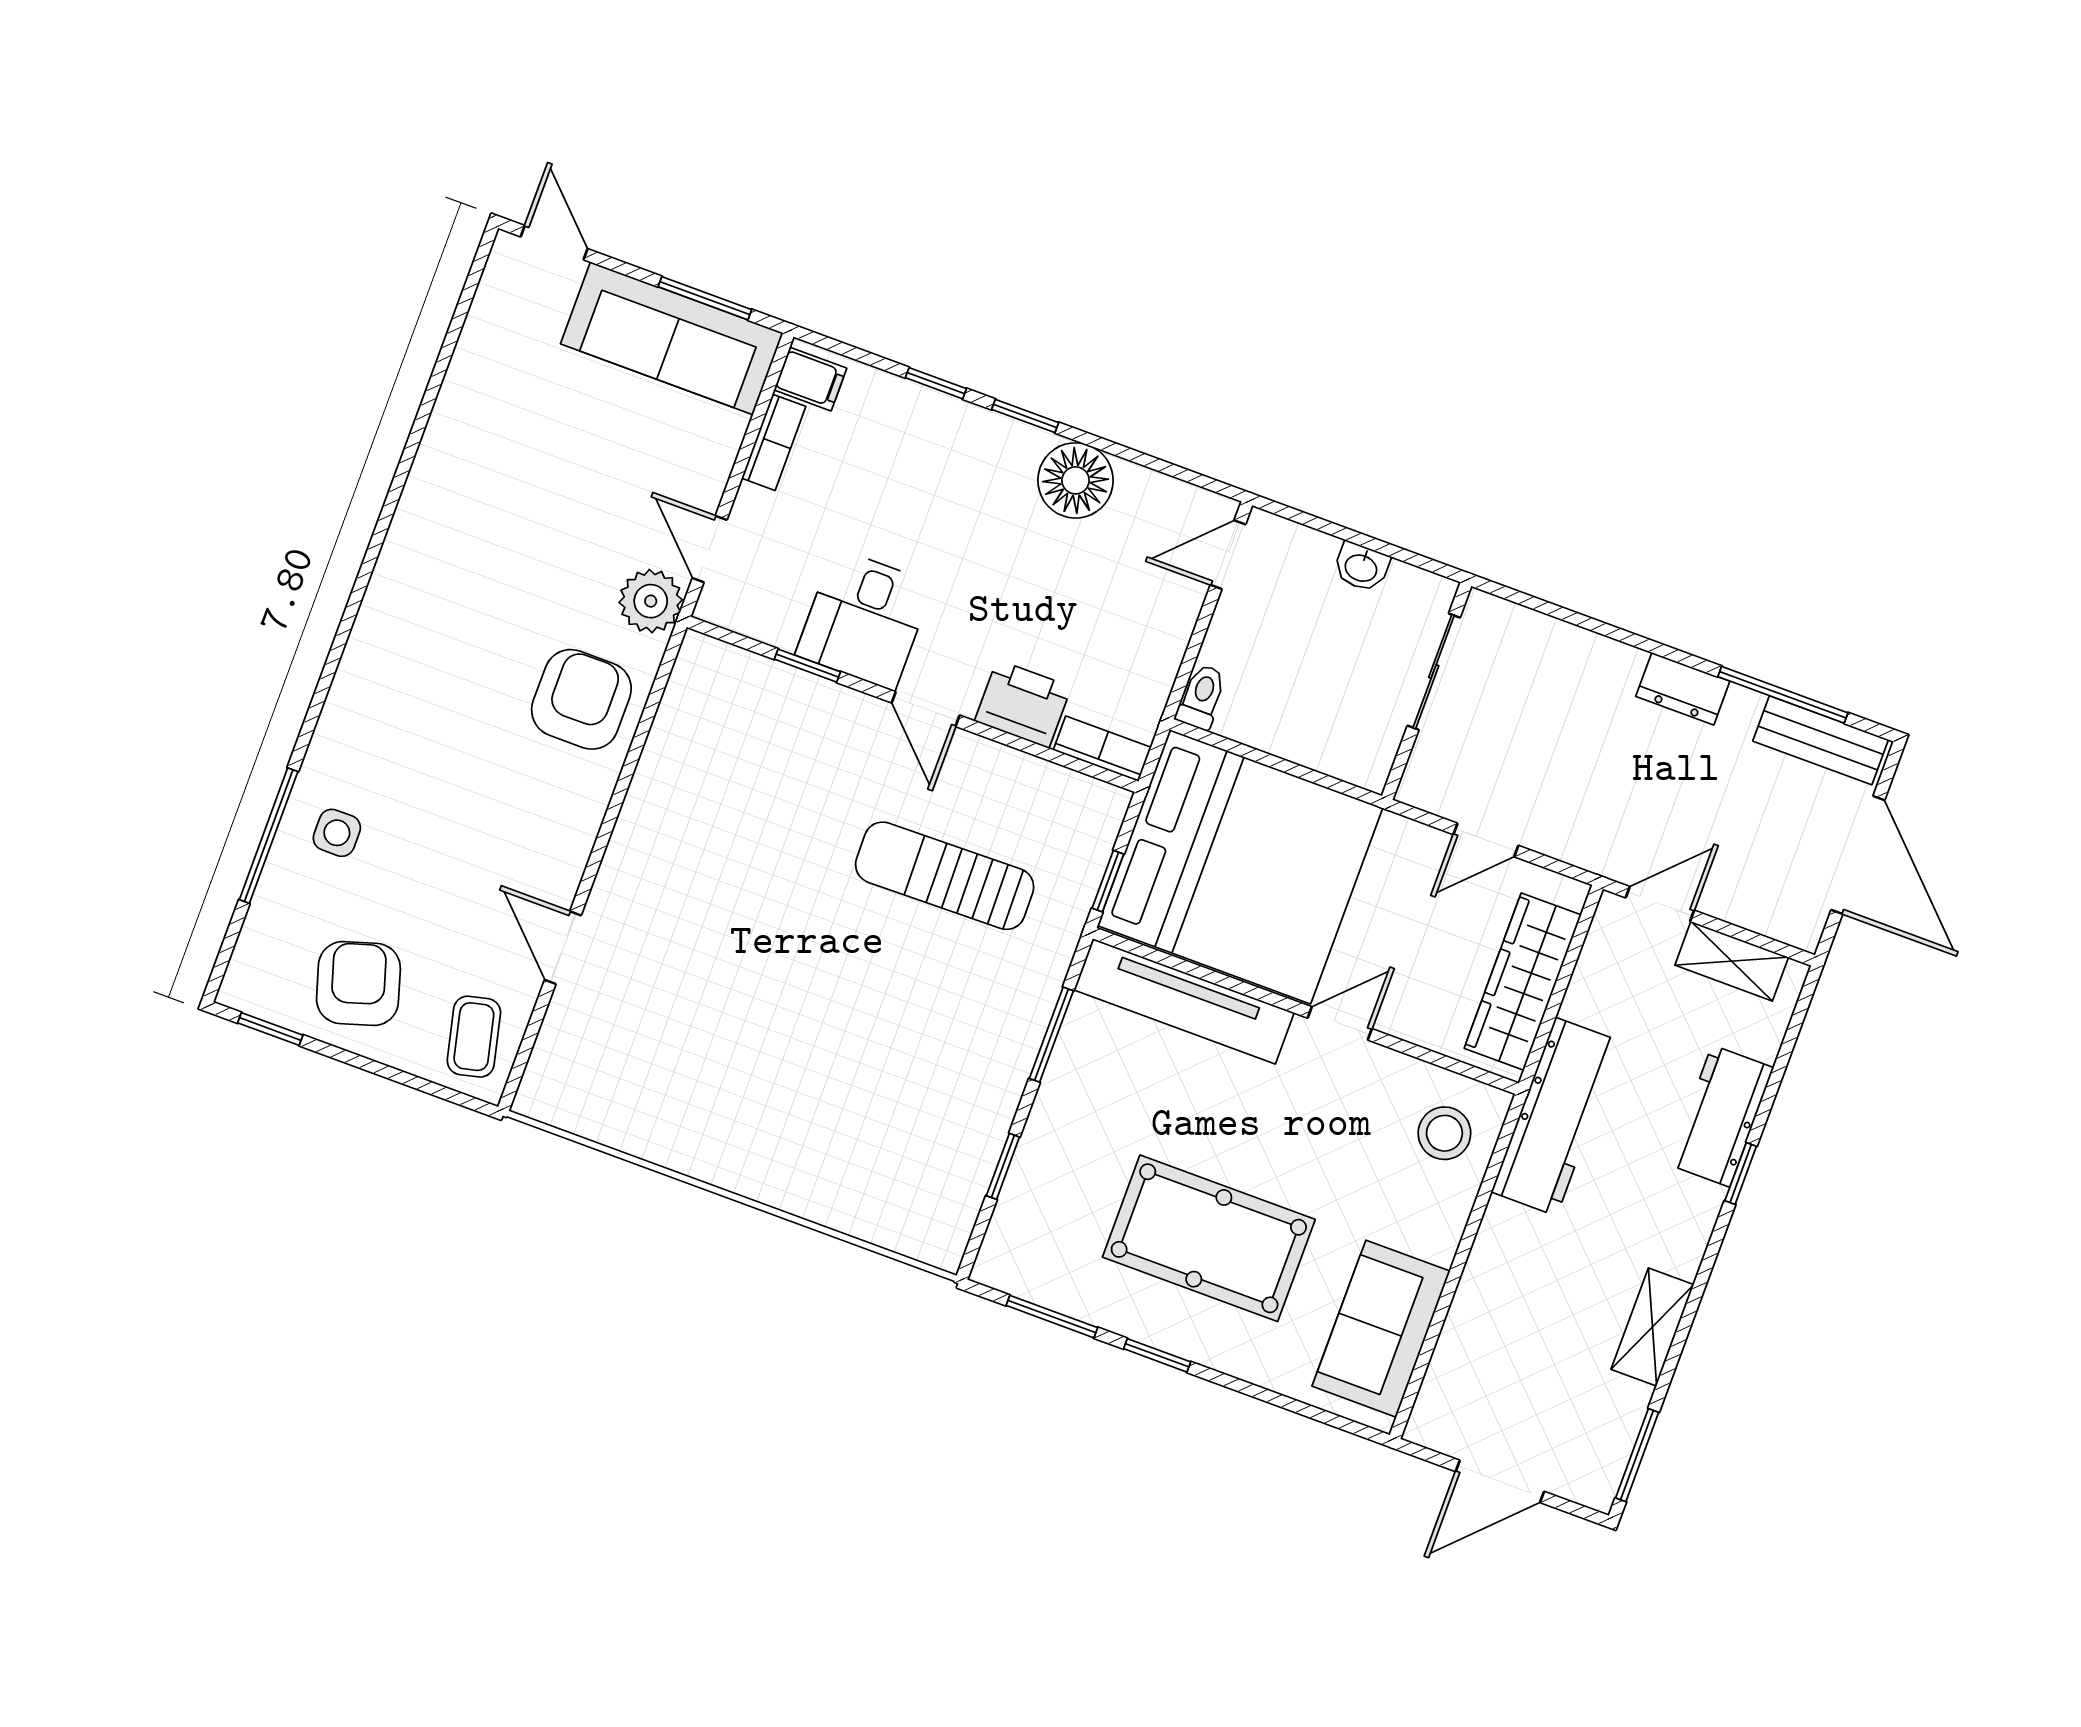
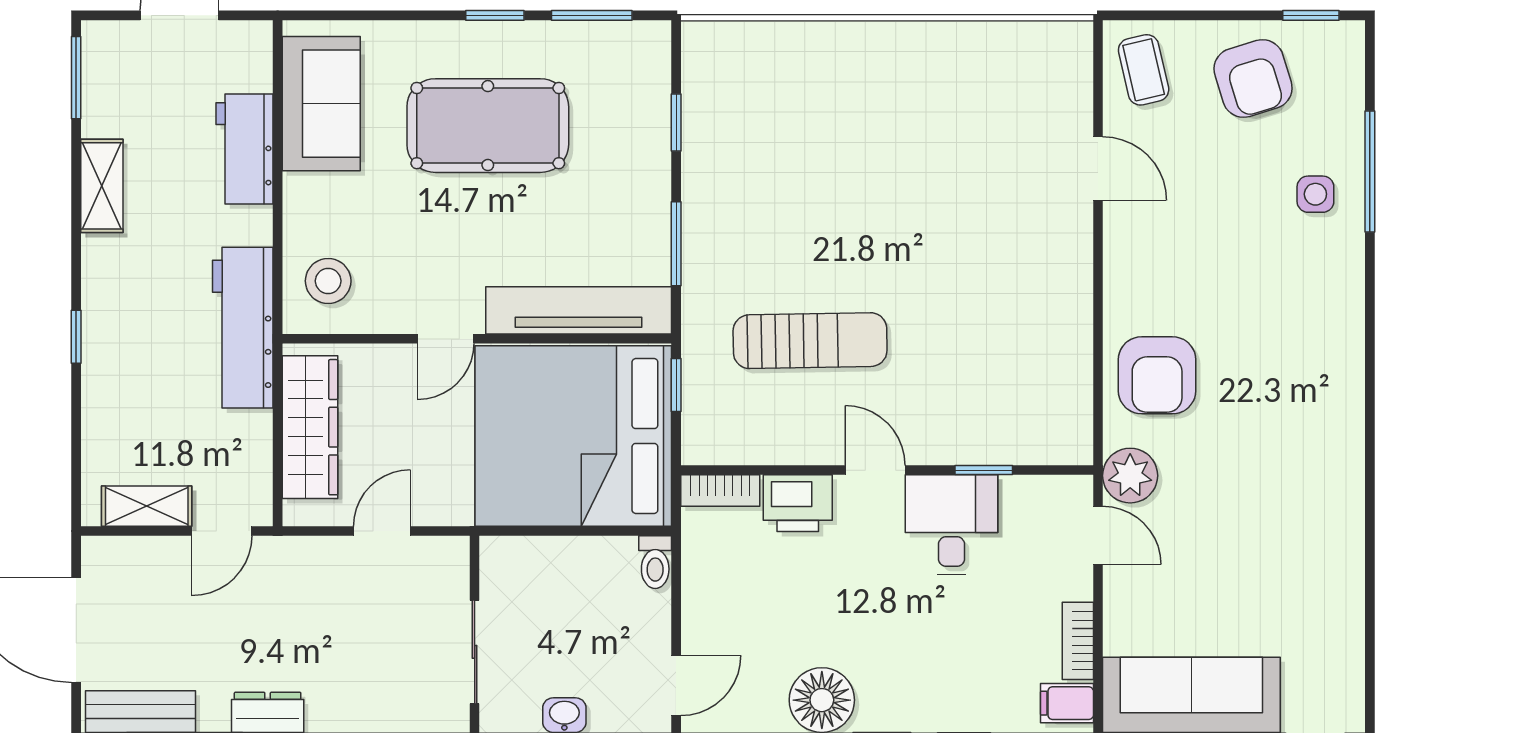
workbench: (1721, 1116) -> (245, 149), moved, turned 180

